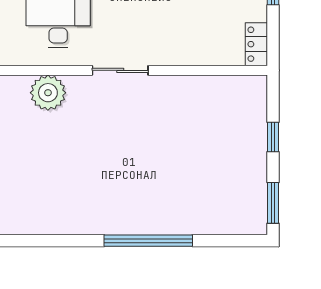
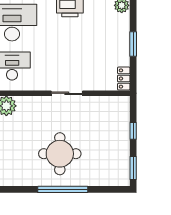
sliding door: (120, 70) -> (67, 93), moved
round table: (143, 178) -> (60, 154), added

